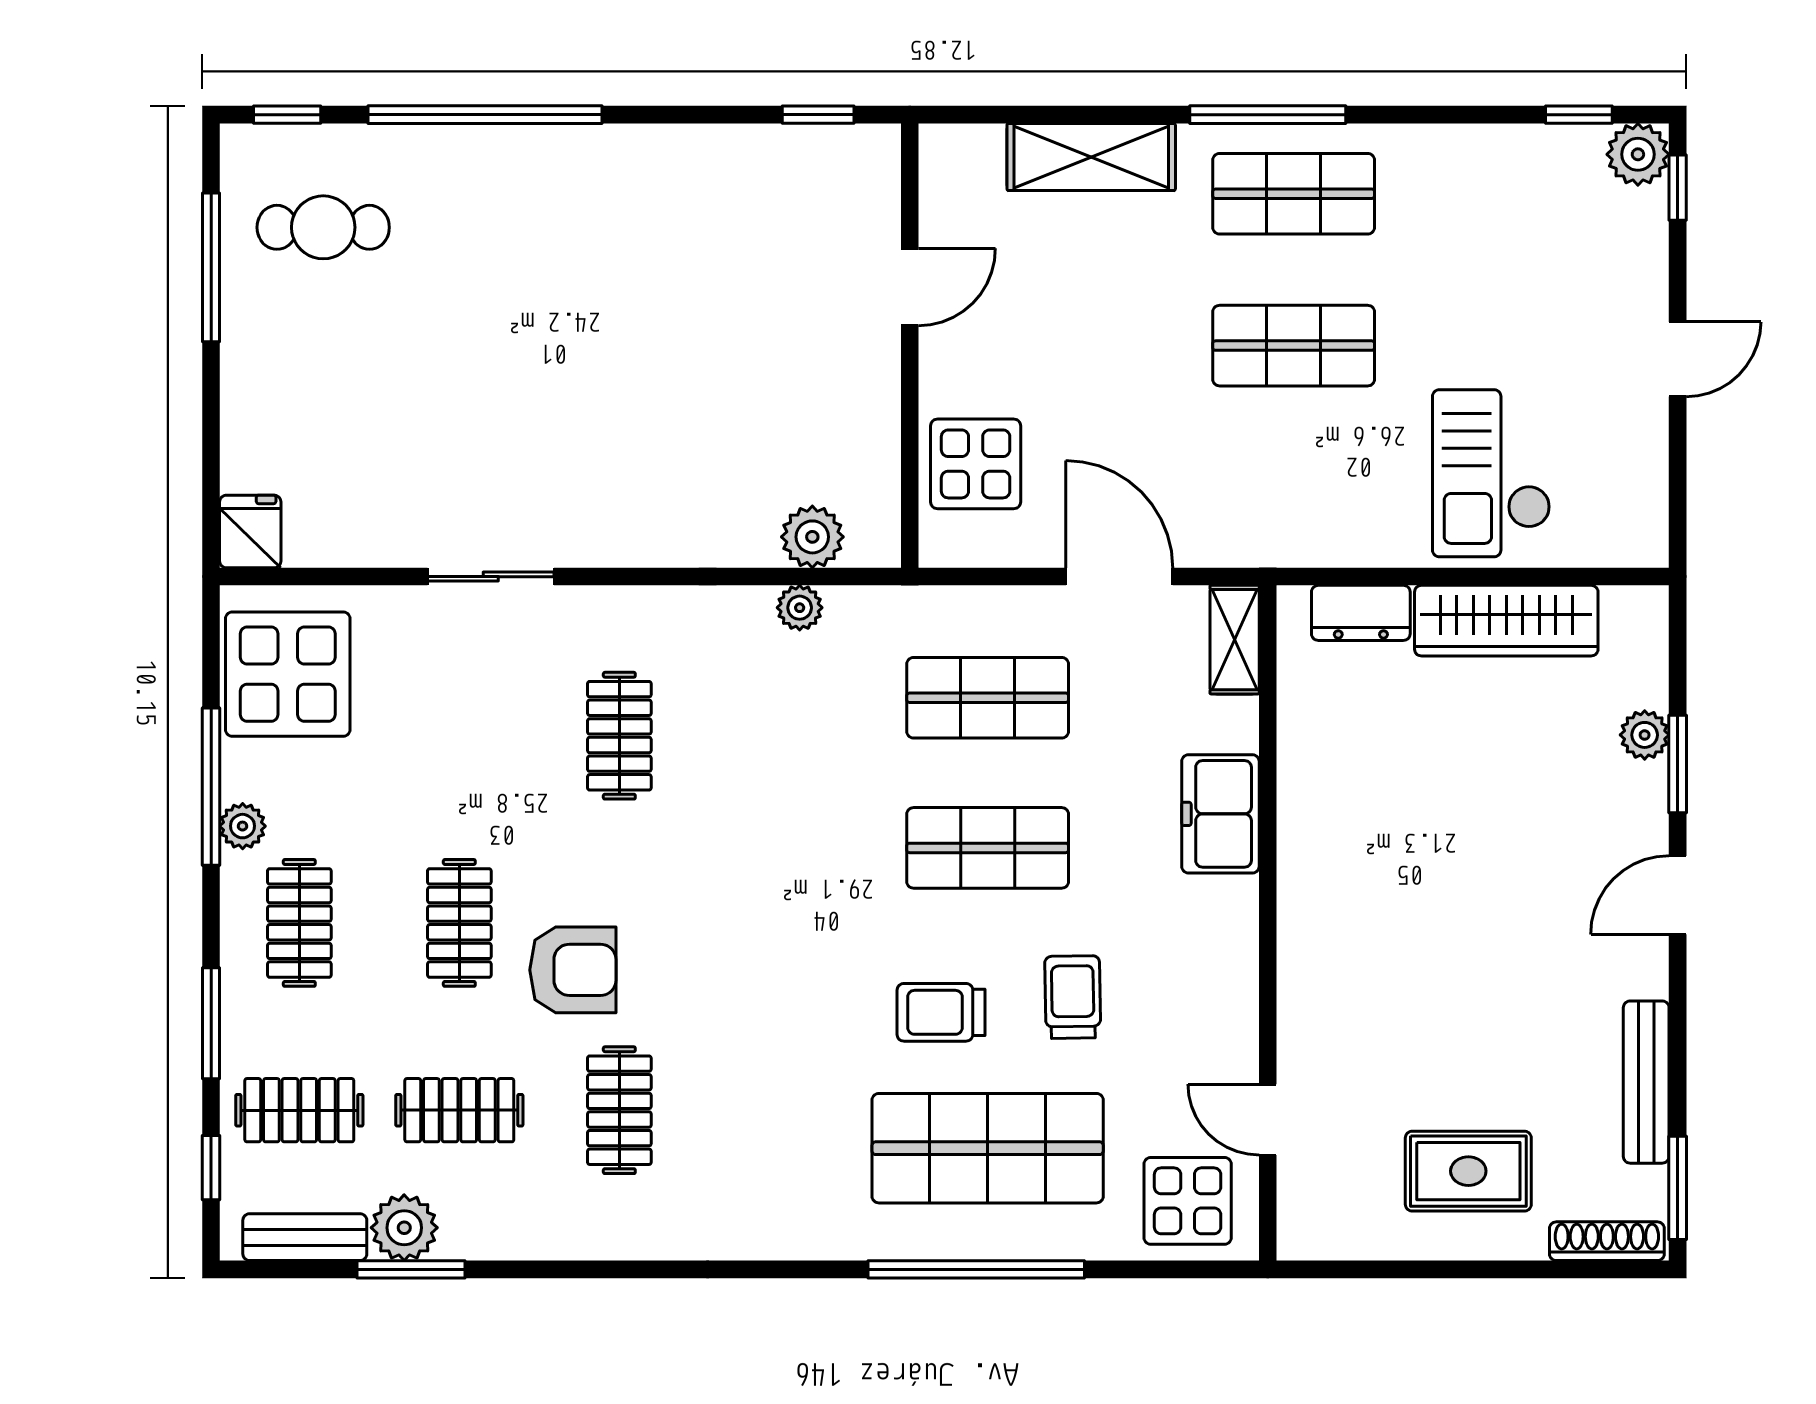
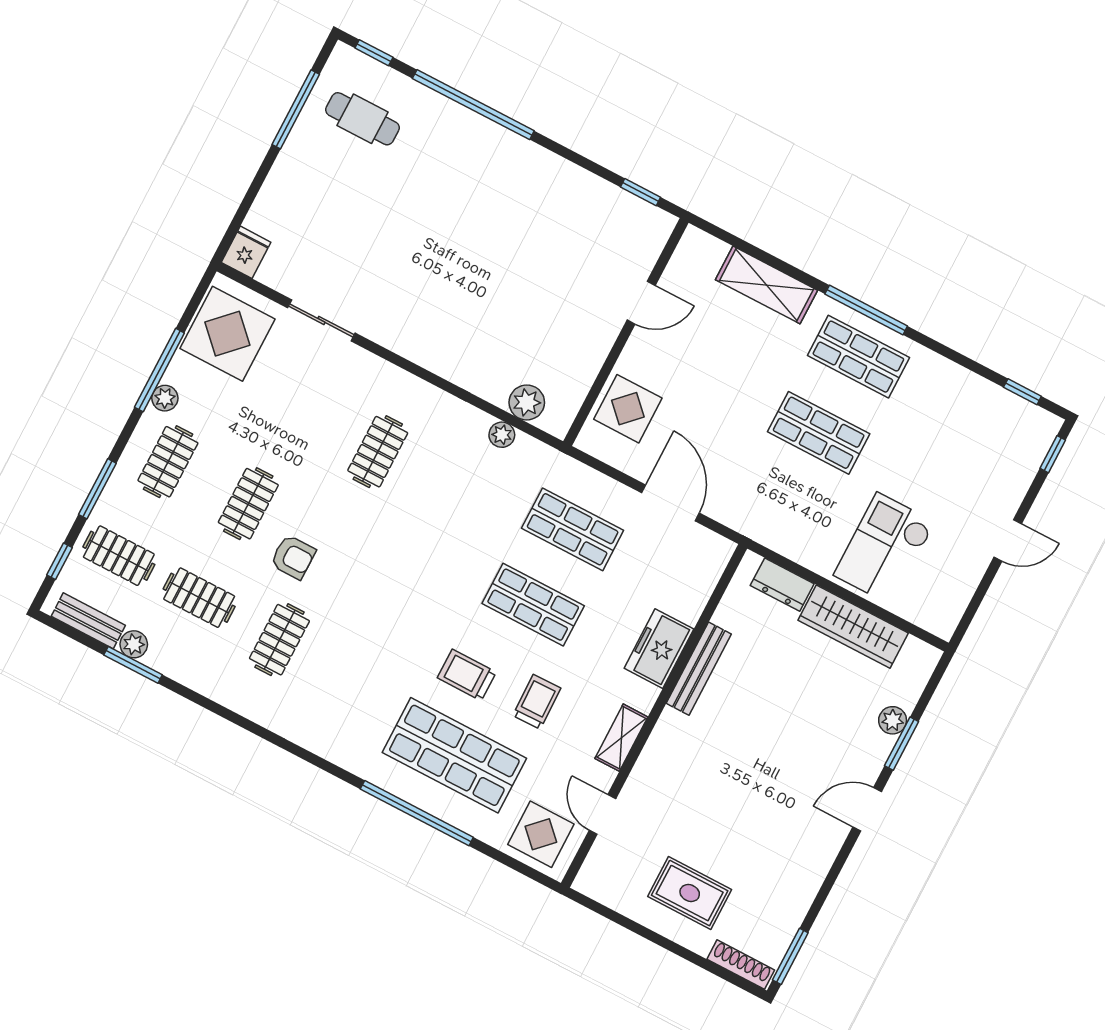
plant: (1638, 154) -> (1042, 427), removed
sliding door: (491, 577) -> (321, 320), moved
shelving: (1235, 640) -> (621, 738), moved
armchair: (573, 970) -> (293, 557), width x0.72, depth x0.72
bench: (1646, 1082) -> (699, 669), moved
plant: (404, 1228) -> (134, 644), width x0.73, depth x0.73

